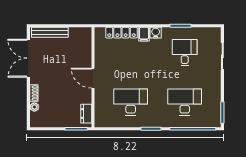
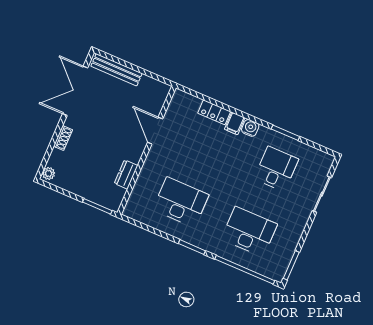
locker: (122, 33) -> (214, 112), width x0.66
door: (93, 78) -> (155, 131), moved
plant: (34, 107) -> (49, 173), moved
dresser: (86, 114) -> (126, 175), moved

